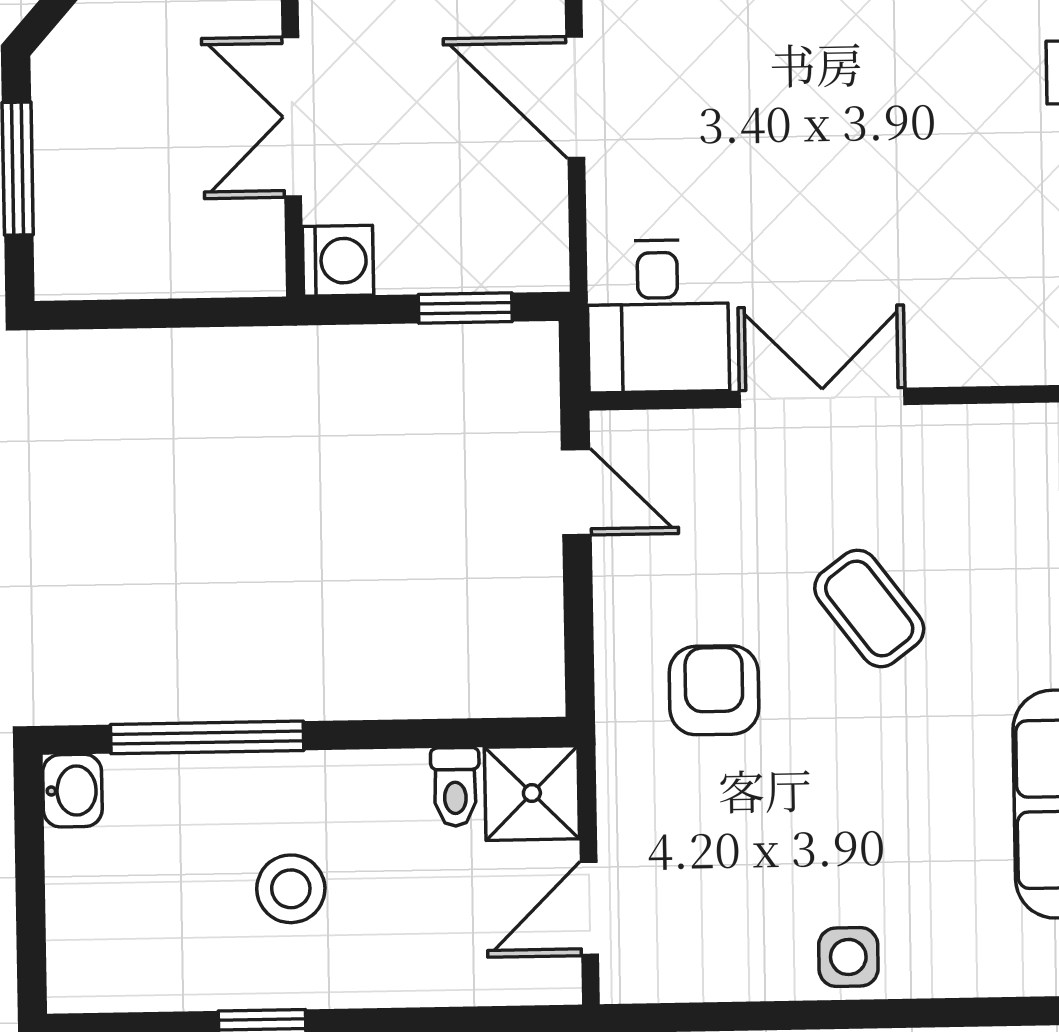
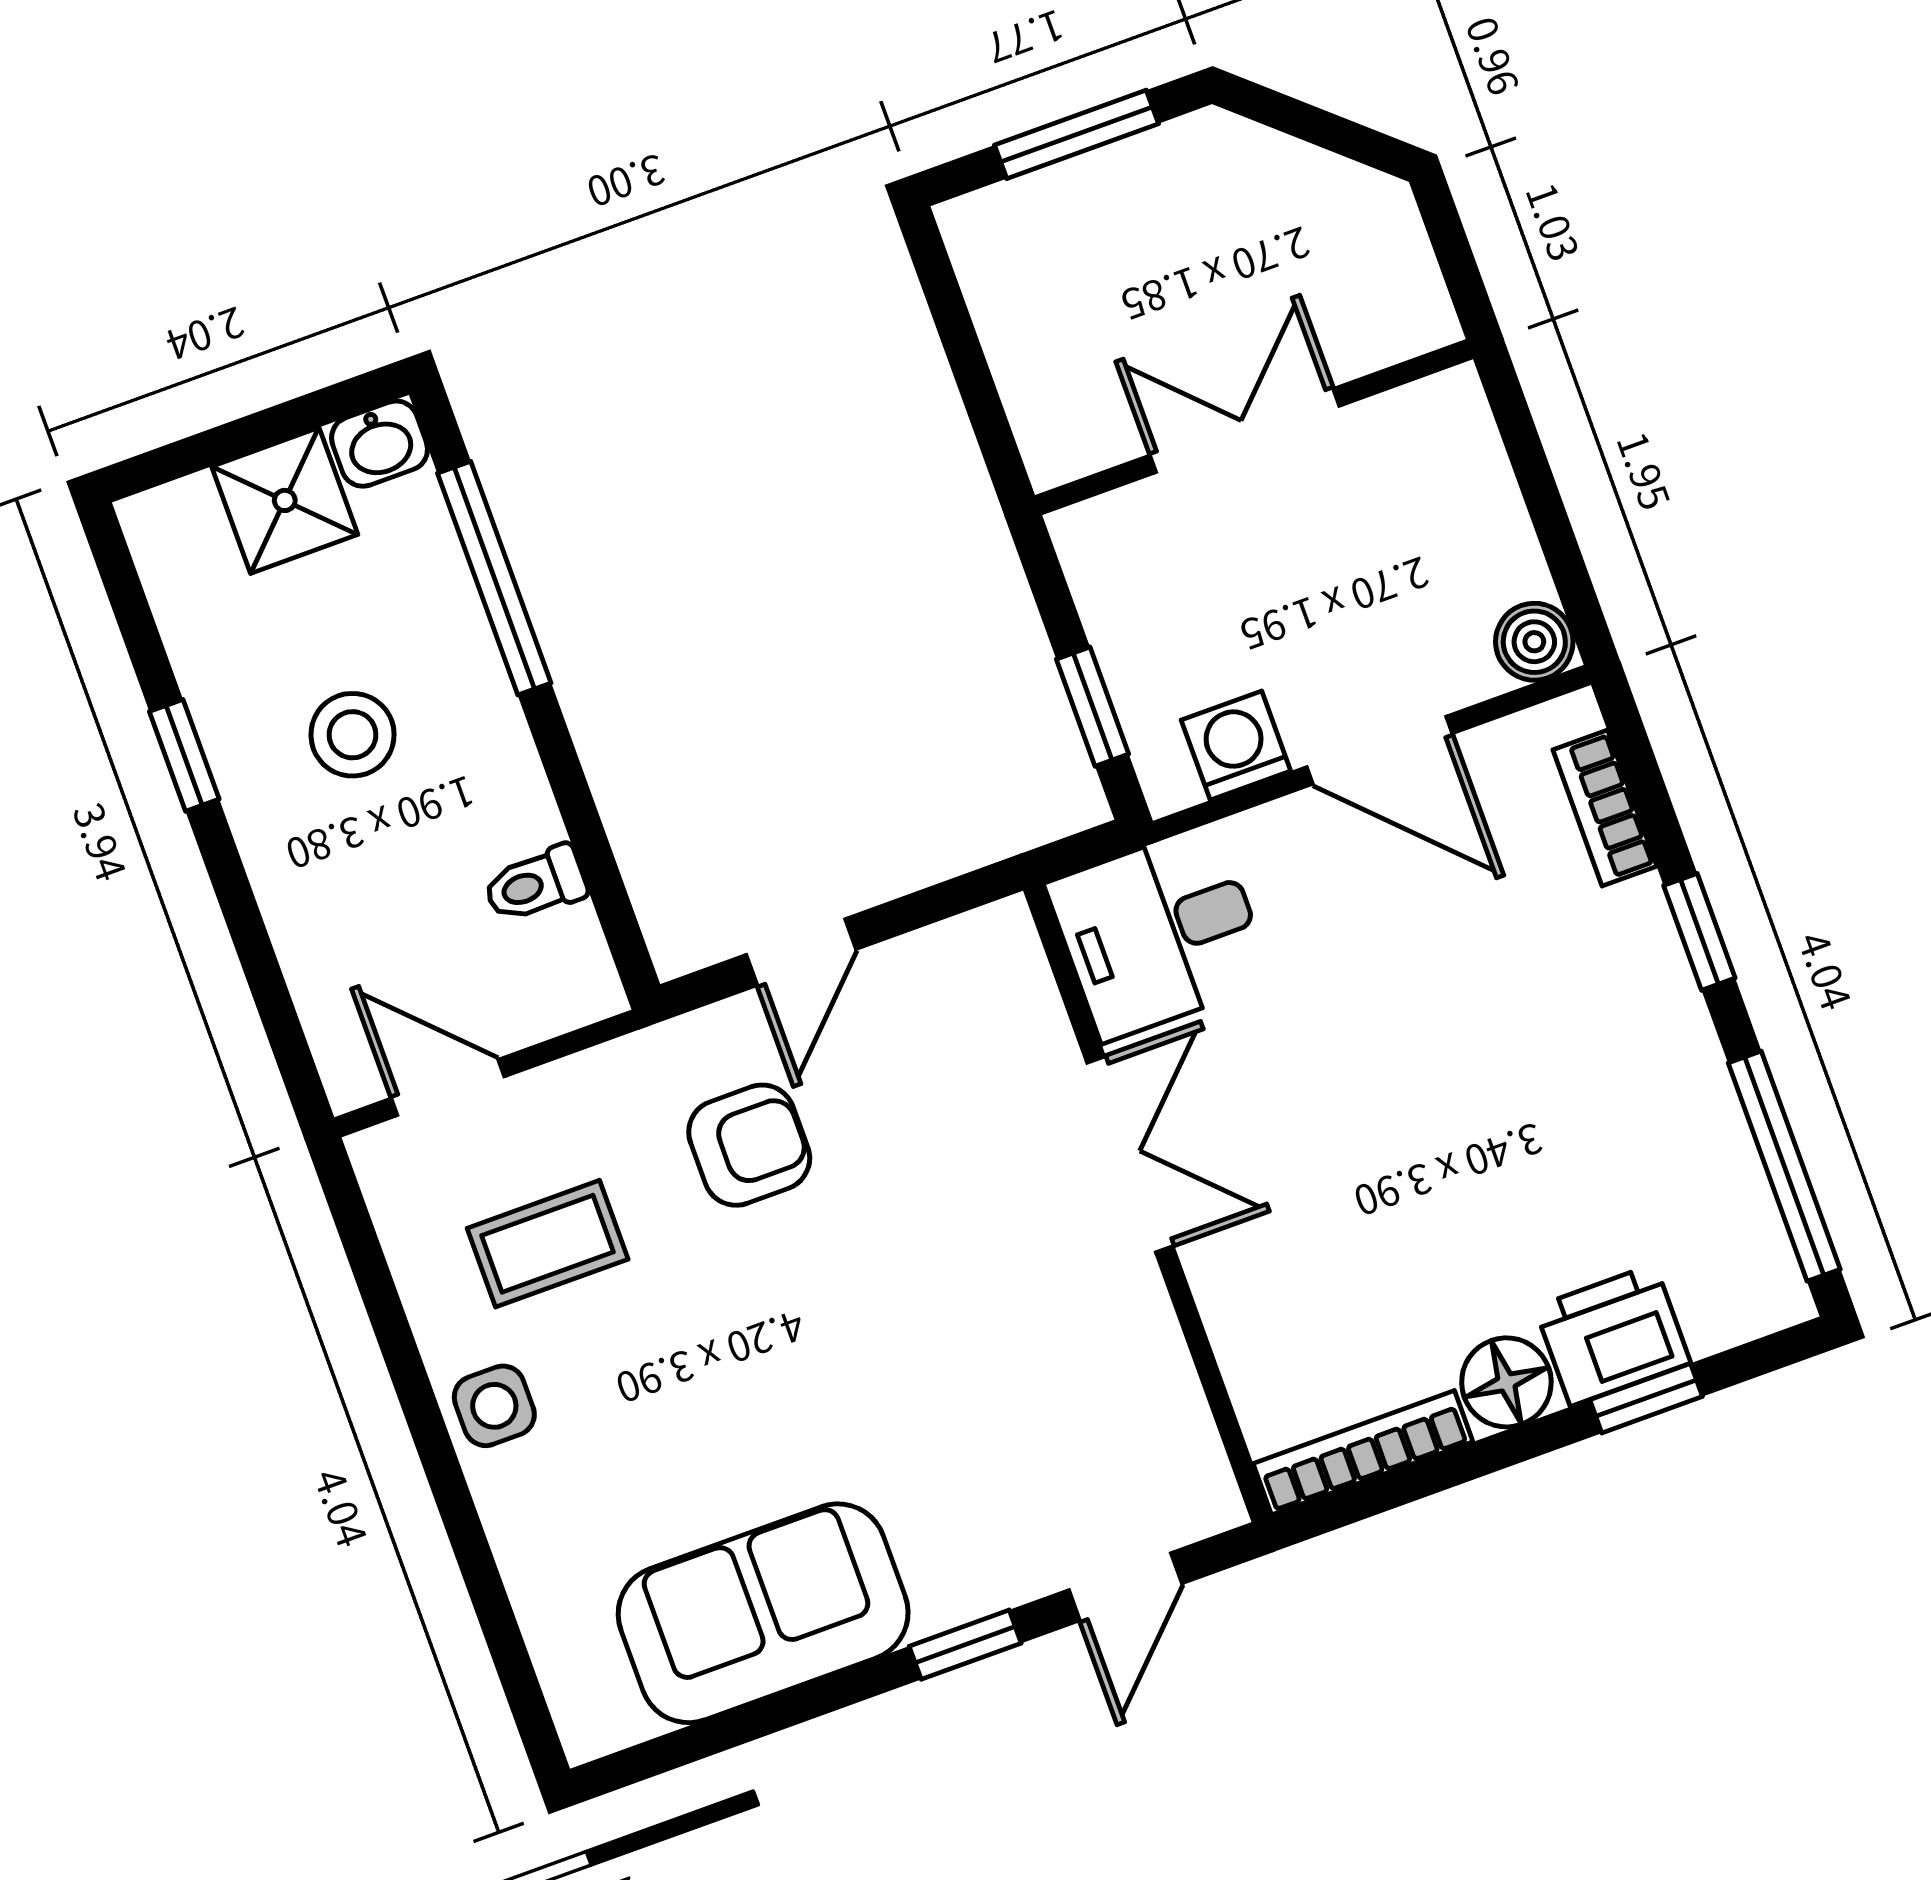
door: (575, 97) -> (1379, 750), swing flipped
washing machine: (338, 261) -> (1236, 745), moved, turned 180
door: (576, 492) -> (801, 952), moved
coffee table: (869, 608) -> (548, 1244), moved, turned 37
shower: (532, 793) -> (285, 500), moved

